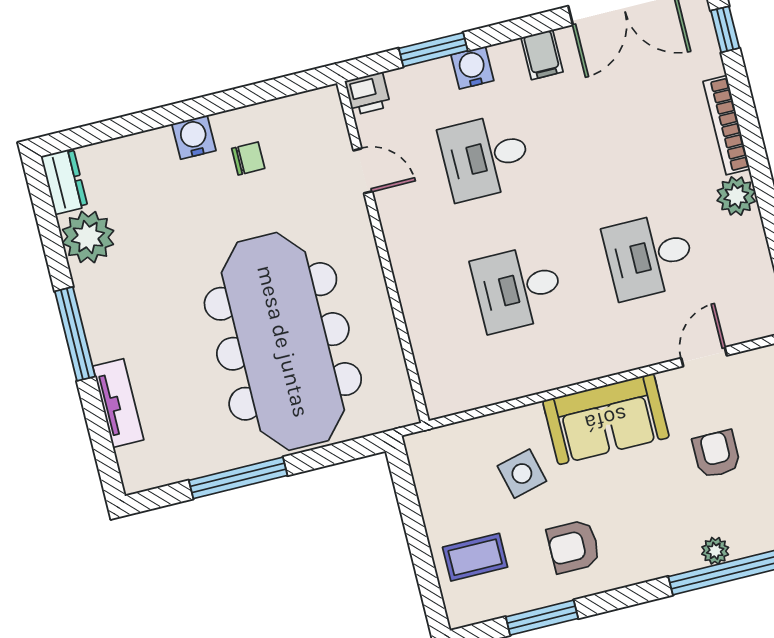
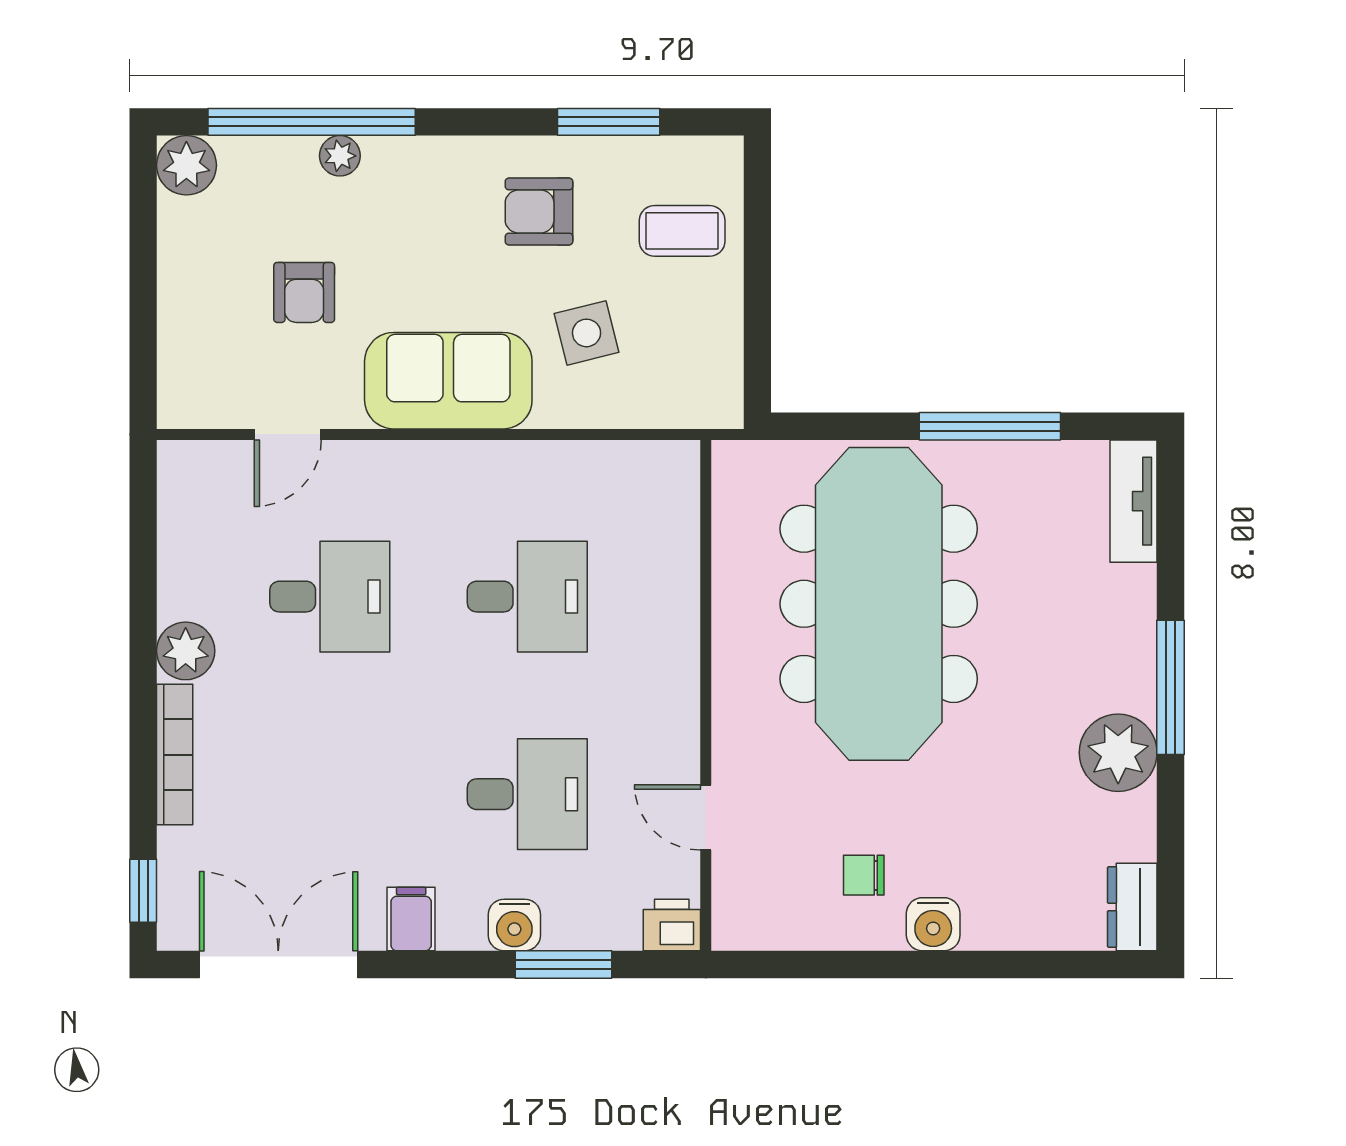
plant: (88, 237) -> (1118, 753), moved
tv unit: (118, 403) -> (1134, 501), moved
armchair: (574, 547) -> (539, 212), turned 180

